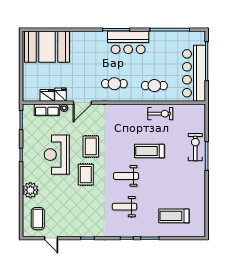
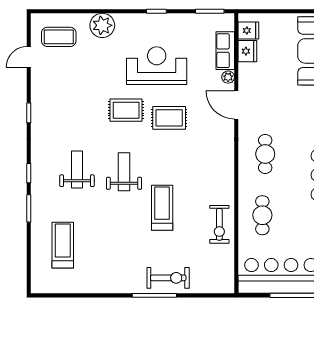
fridge: (61, 95) -> (248, 31), moved

